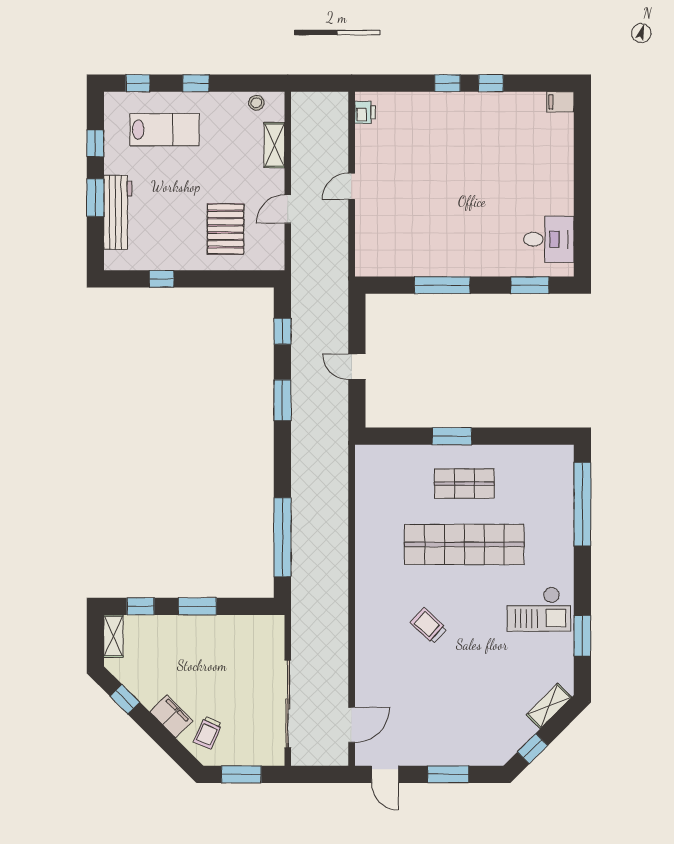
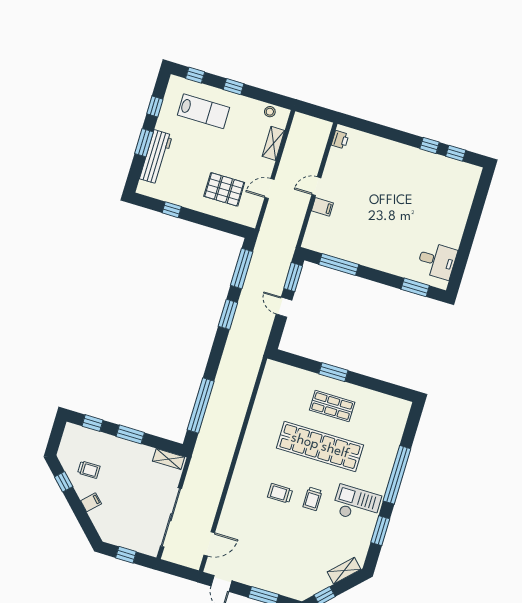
window: (447, 83) -> (456, 153), moved
filing cabinet: (560, 102) -> (322, 207), moved, turned 180
pallet: (226, 229) -> (224, 189), turned 90
window: (442, 285) -> (339, 264), moved
window: (357, 322) -> (293, 277), added
window: (282, 331) -> (242, 269), width x2.17
window: (582, 504) -> (397, 475), moved
checkout: (539, 609) -> (357, 504), turned 180
trolley: (476, 620) -> (312, 499), added
trolley: (429, 626) -> (280, 493), turned -42
shelving: (113, 636) -> (169, 459), moved, turned 90
filing cabinet: (171, 716) -> (91, 502), width x0.50
trolley: (208, 733) -> (89, 470), moved, turned -114
window: (241, 774) -> (126, 555), width x0.67

